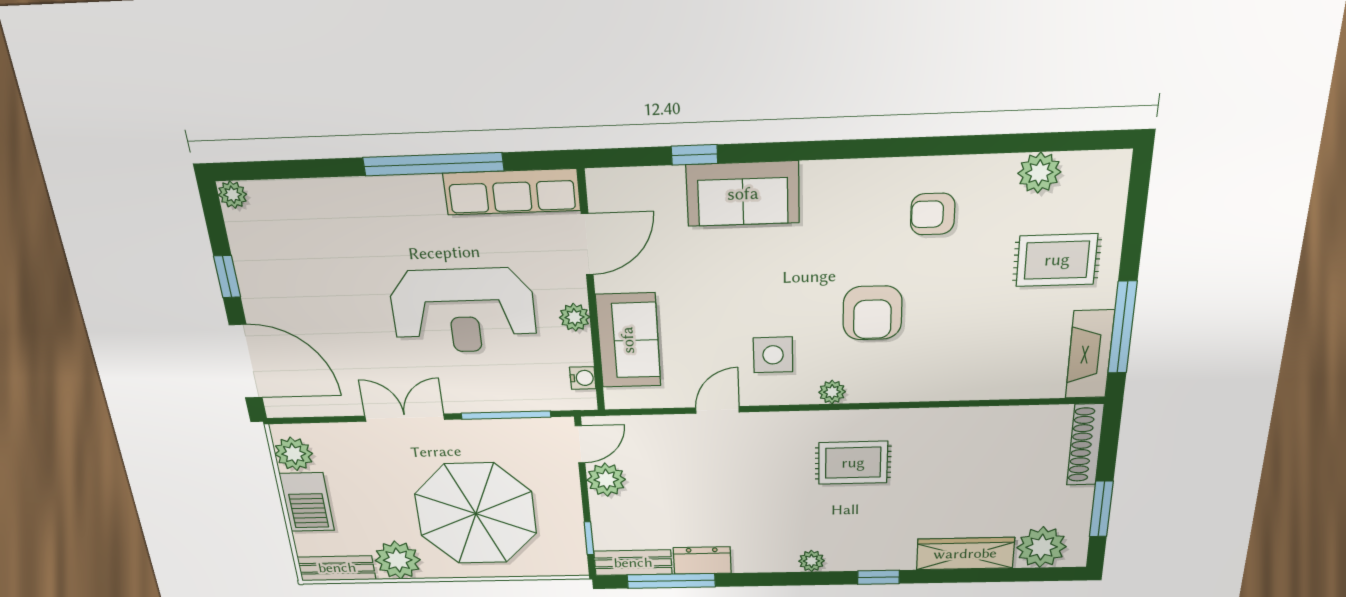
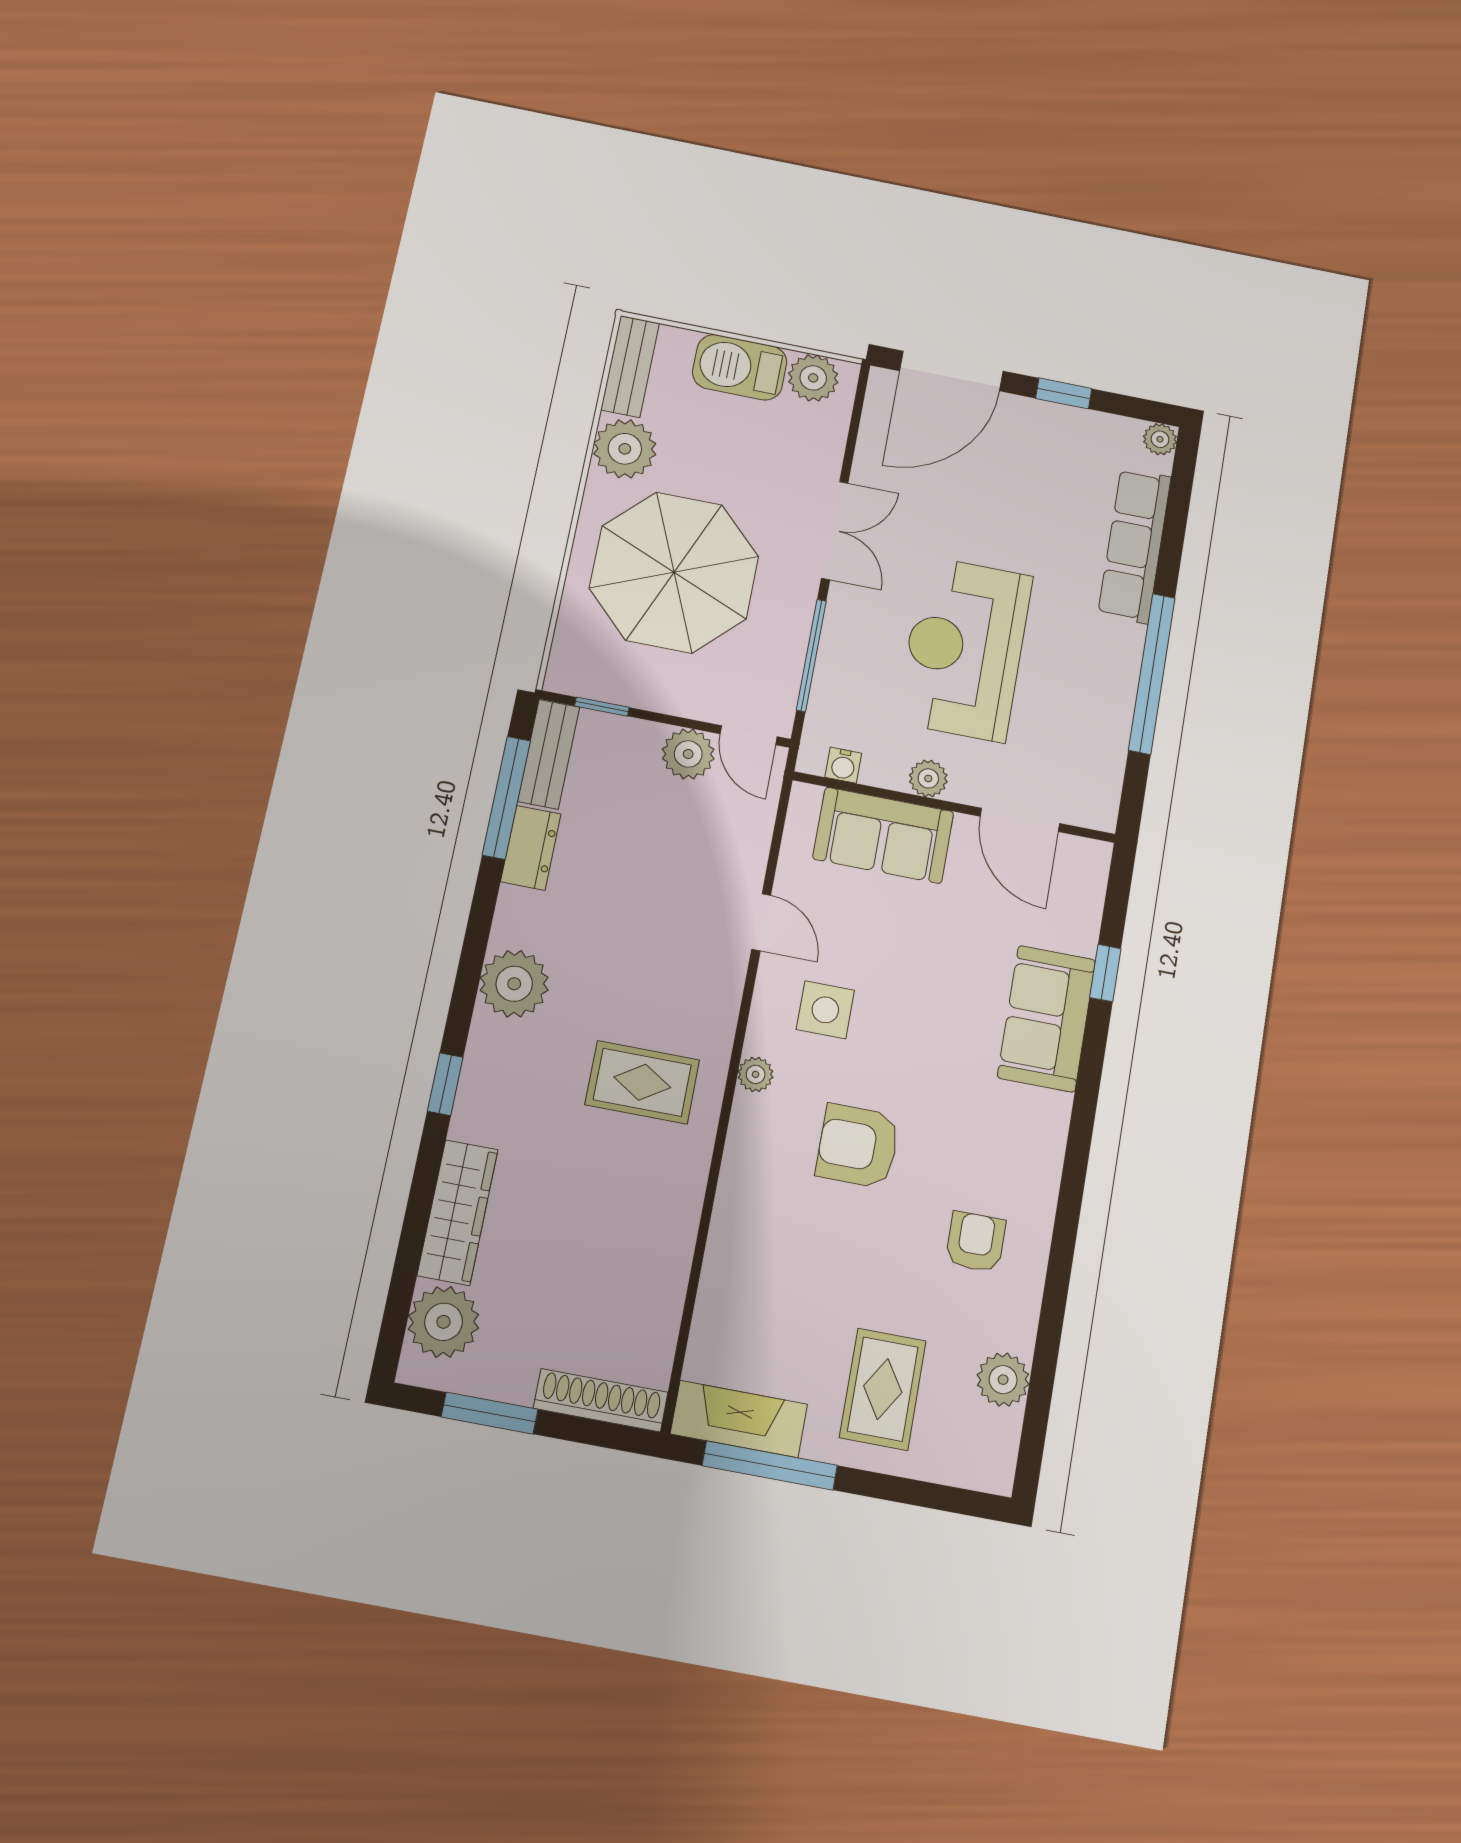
row of seats: (512, 192) -> (1135, 545), moved
rug: (853, 463) -> (642, 1082), turned 90
plant: (812, 561) -> (514, 984), width x1.88, depth x1.88

